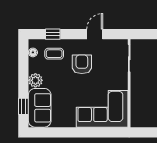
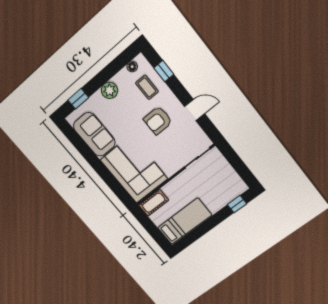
armchair: (82, 64) -> (158, 120), turned 180
sofa: (40, 108) -> (94, 134), moved, turned -90
cot: (137, 115) -> (154, 203), added

